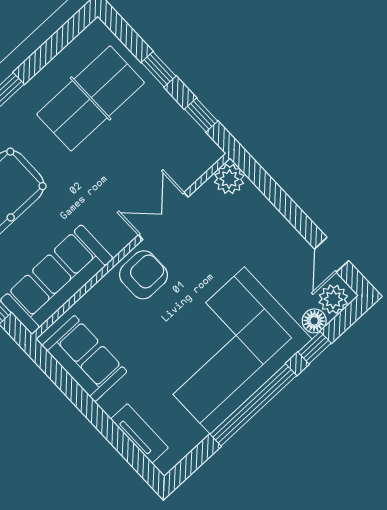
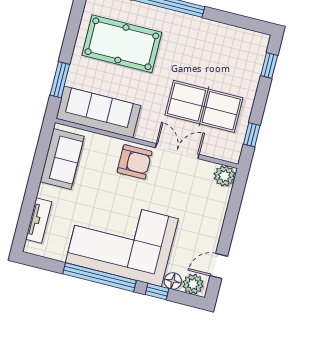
window: (159, 69) -> (269, 66), moved
table tennis table: (91, 98) -> (204, 106), moved

